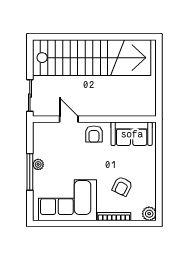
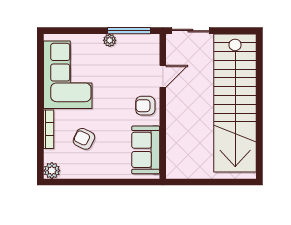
window: (30, 172) -> (129, 31), moved

